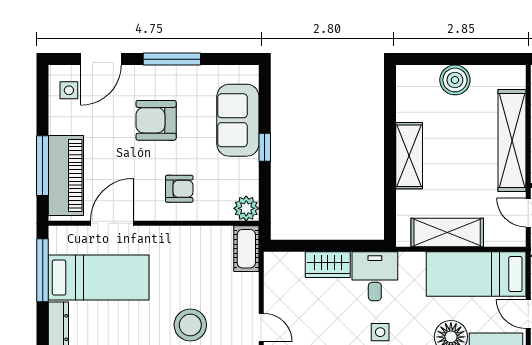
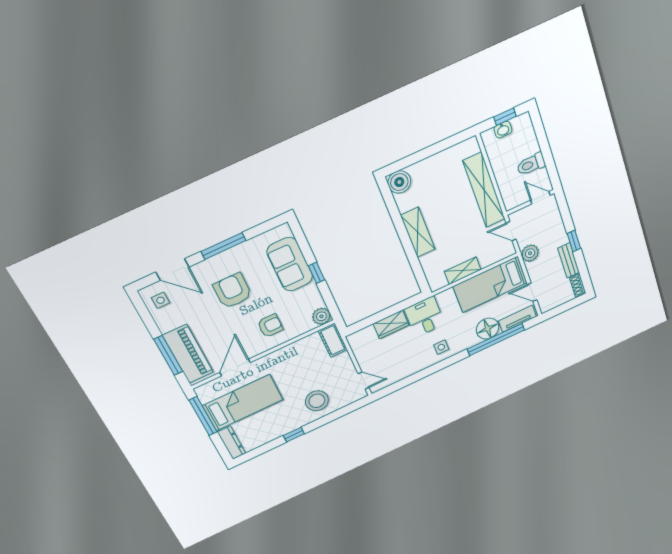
door: (101, 59) -> (172, 270), hinge flipped
boiler: (455, 80) -> (399, 182), moved
armchair: (156, 120) -> (233, 291), turned 90
shelving: (447, 232) -> (463, 271), width x0.67, depth x0.75

